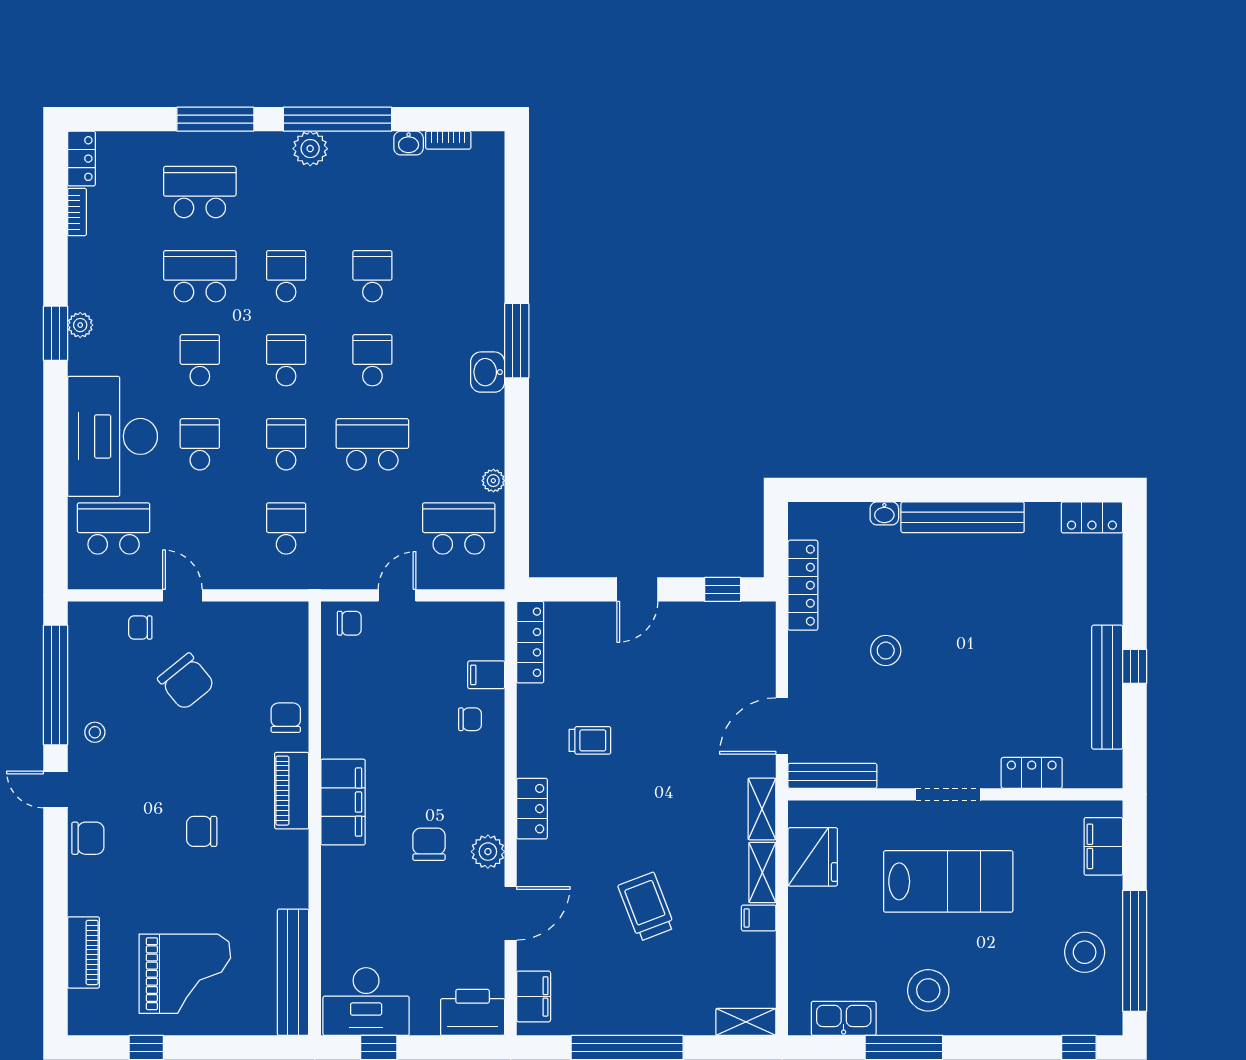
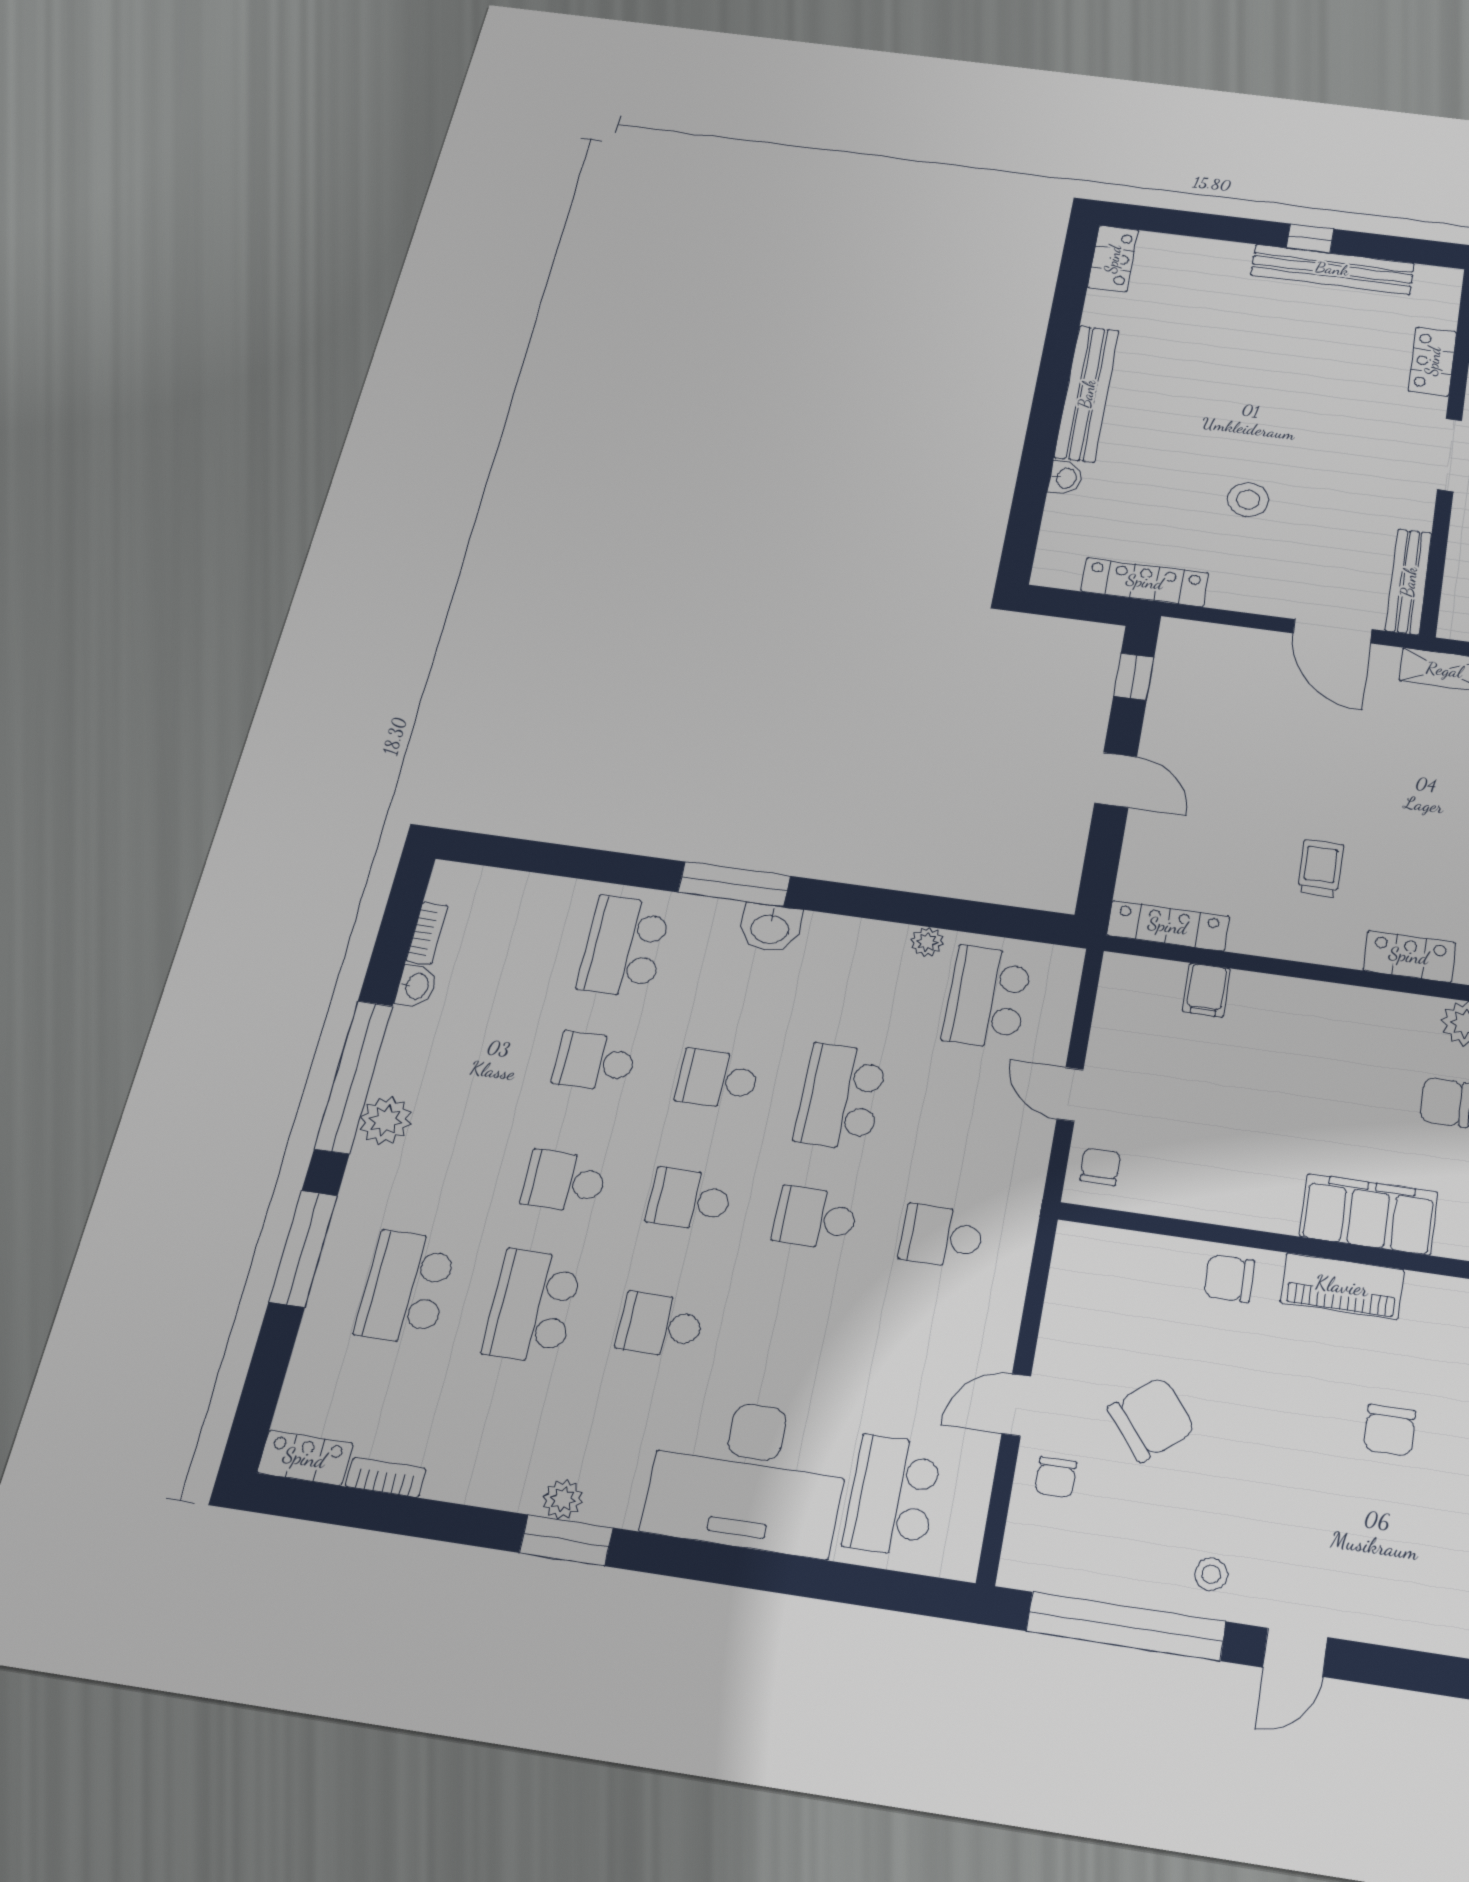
school desk: (200, 444) -> (624, 947), moved, width x1.85
chair: (470, 719) -> (1268, 1021), removed
chair: (88, 838) -> (1380, 1612), removed

